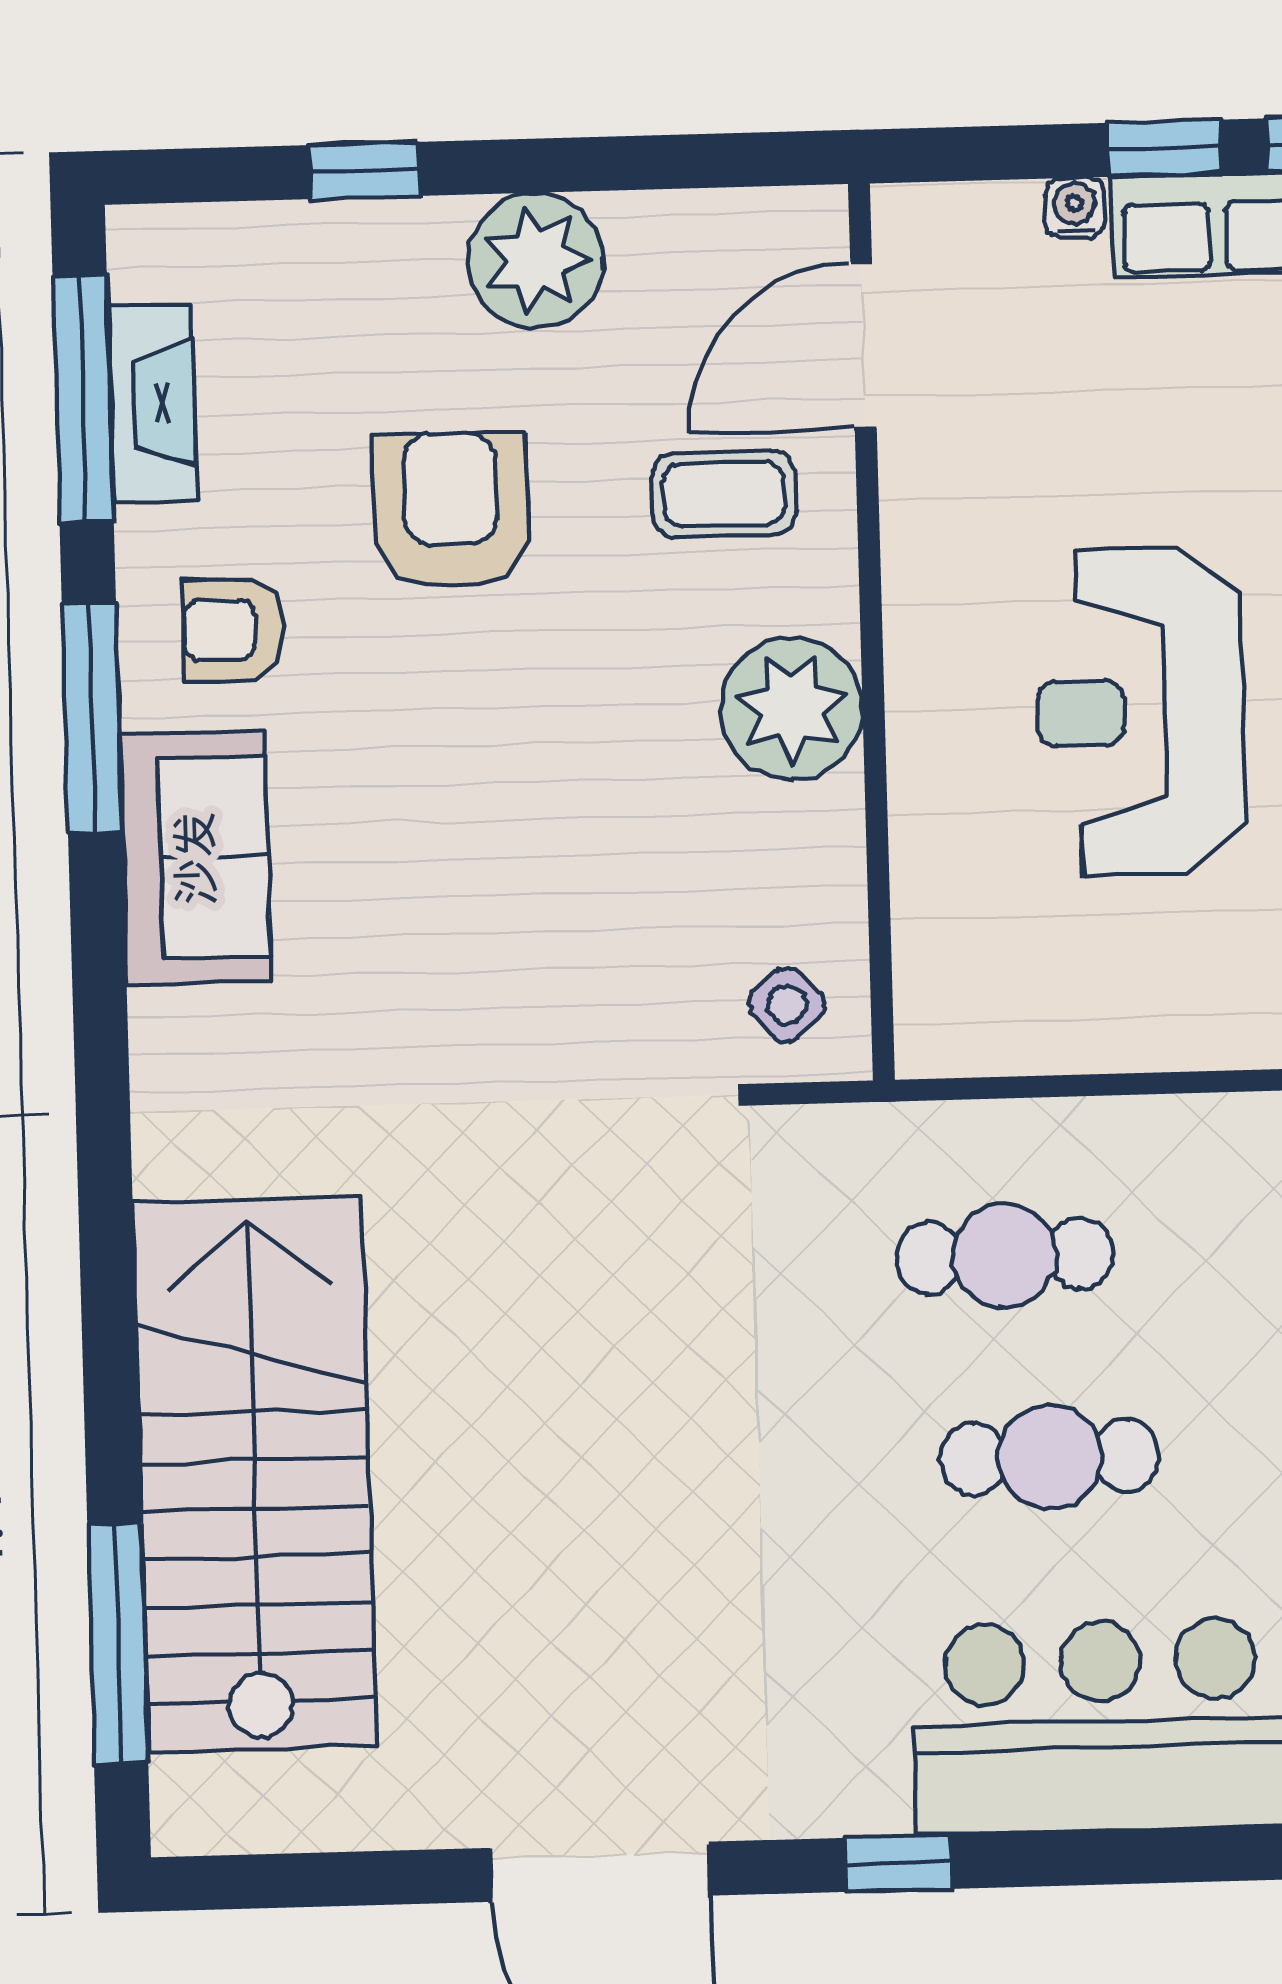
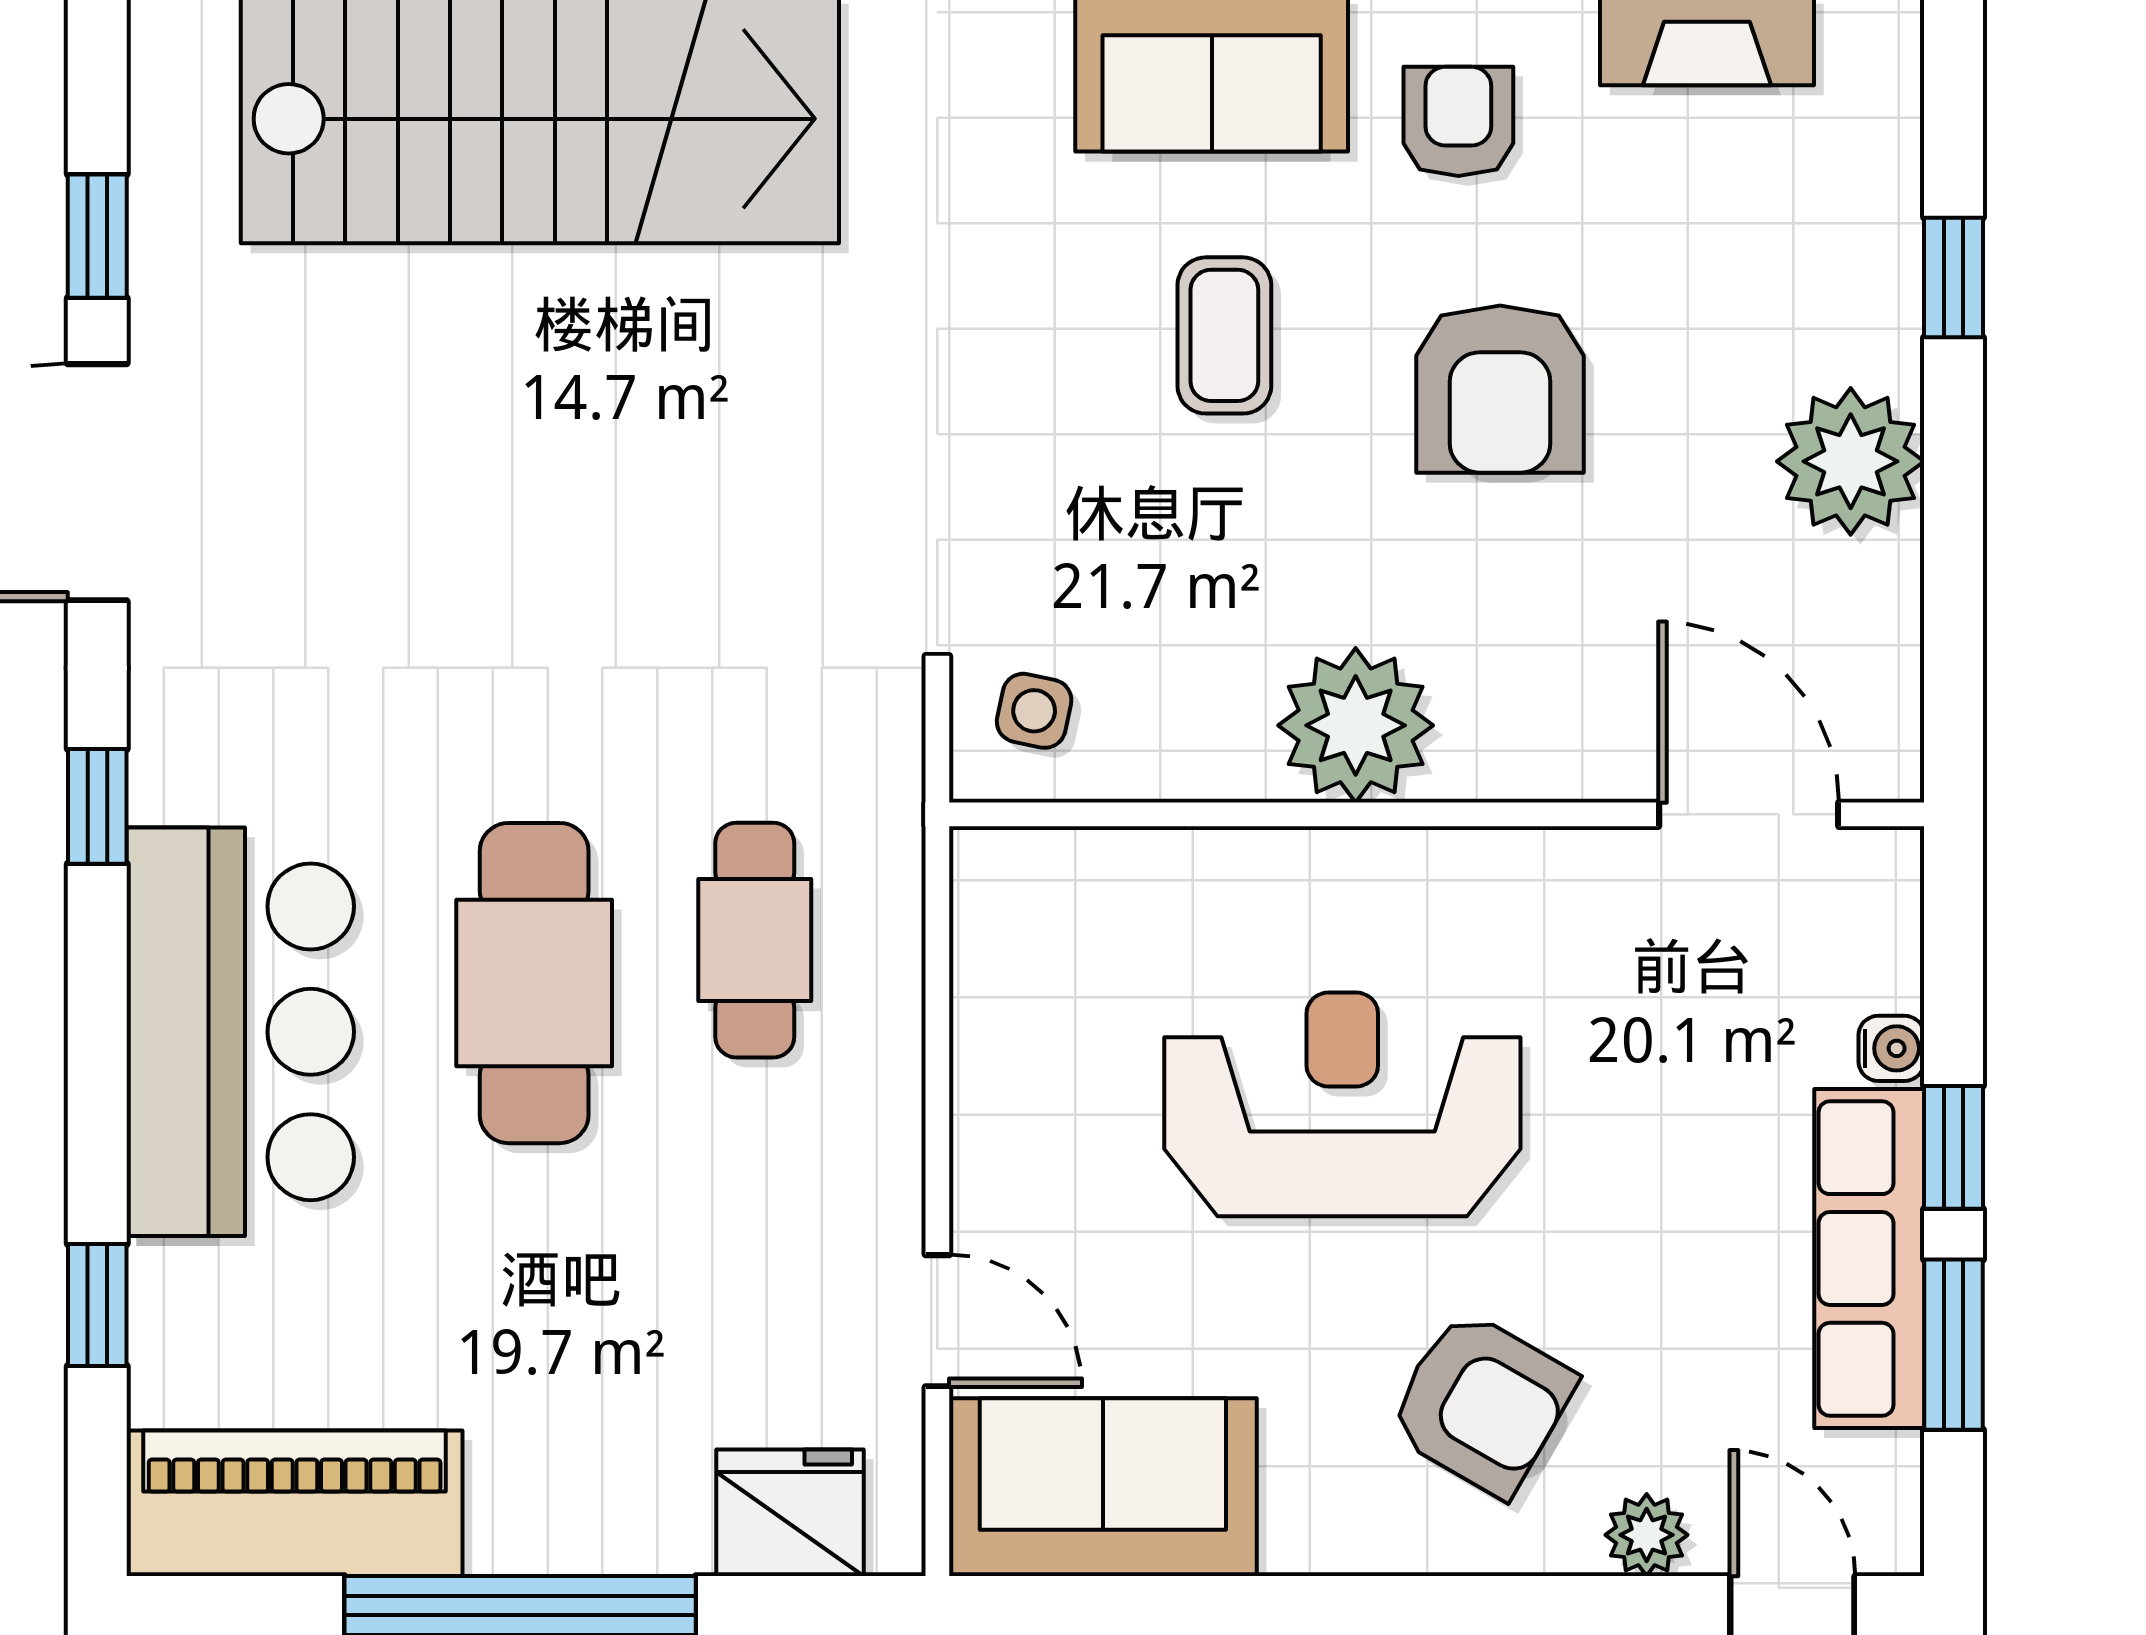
coffee table: (724, 494) -> (1224, 335), moved
armchair: (451, 510) -> (1500, 389), moved, turned 90
side table: (786, 1005) -> (1034, 711), turned -37
cafe table: (1050, 1457) -> (534, 983), width x1.37, depth x1.35
window: (374, 1878) -> (97, 236), added

